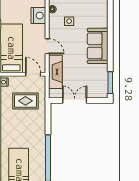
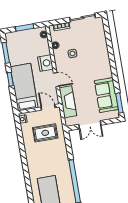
nightstand: (38, 16) -> (45, 63), moved
sofa: (98, 46) -> (106, 95), moved
double door: (75, 100) -> (90, 125), swing flipped

